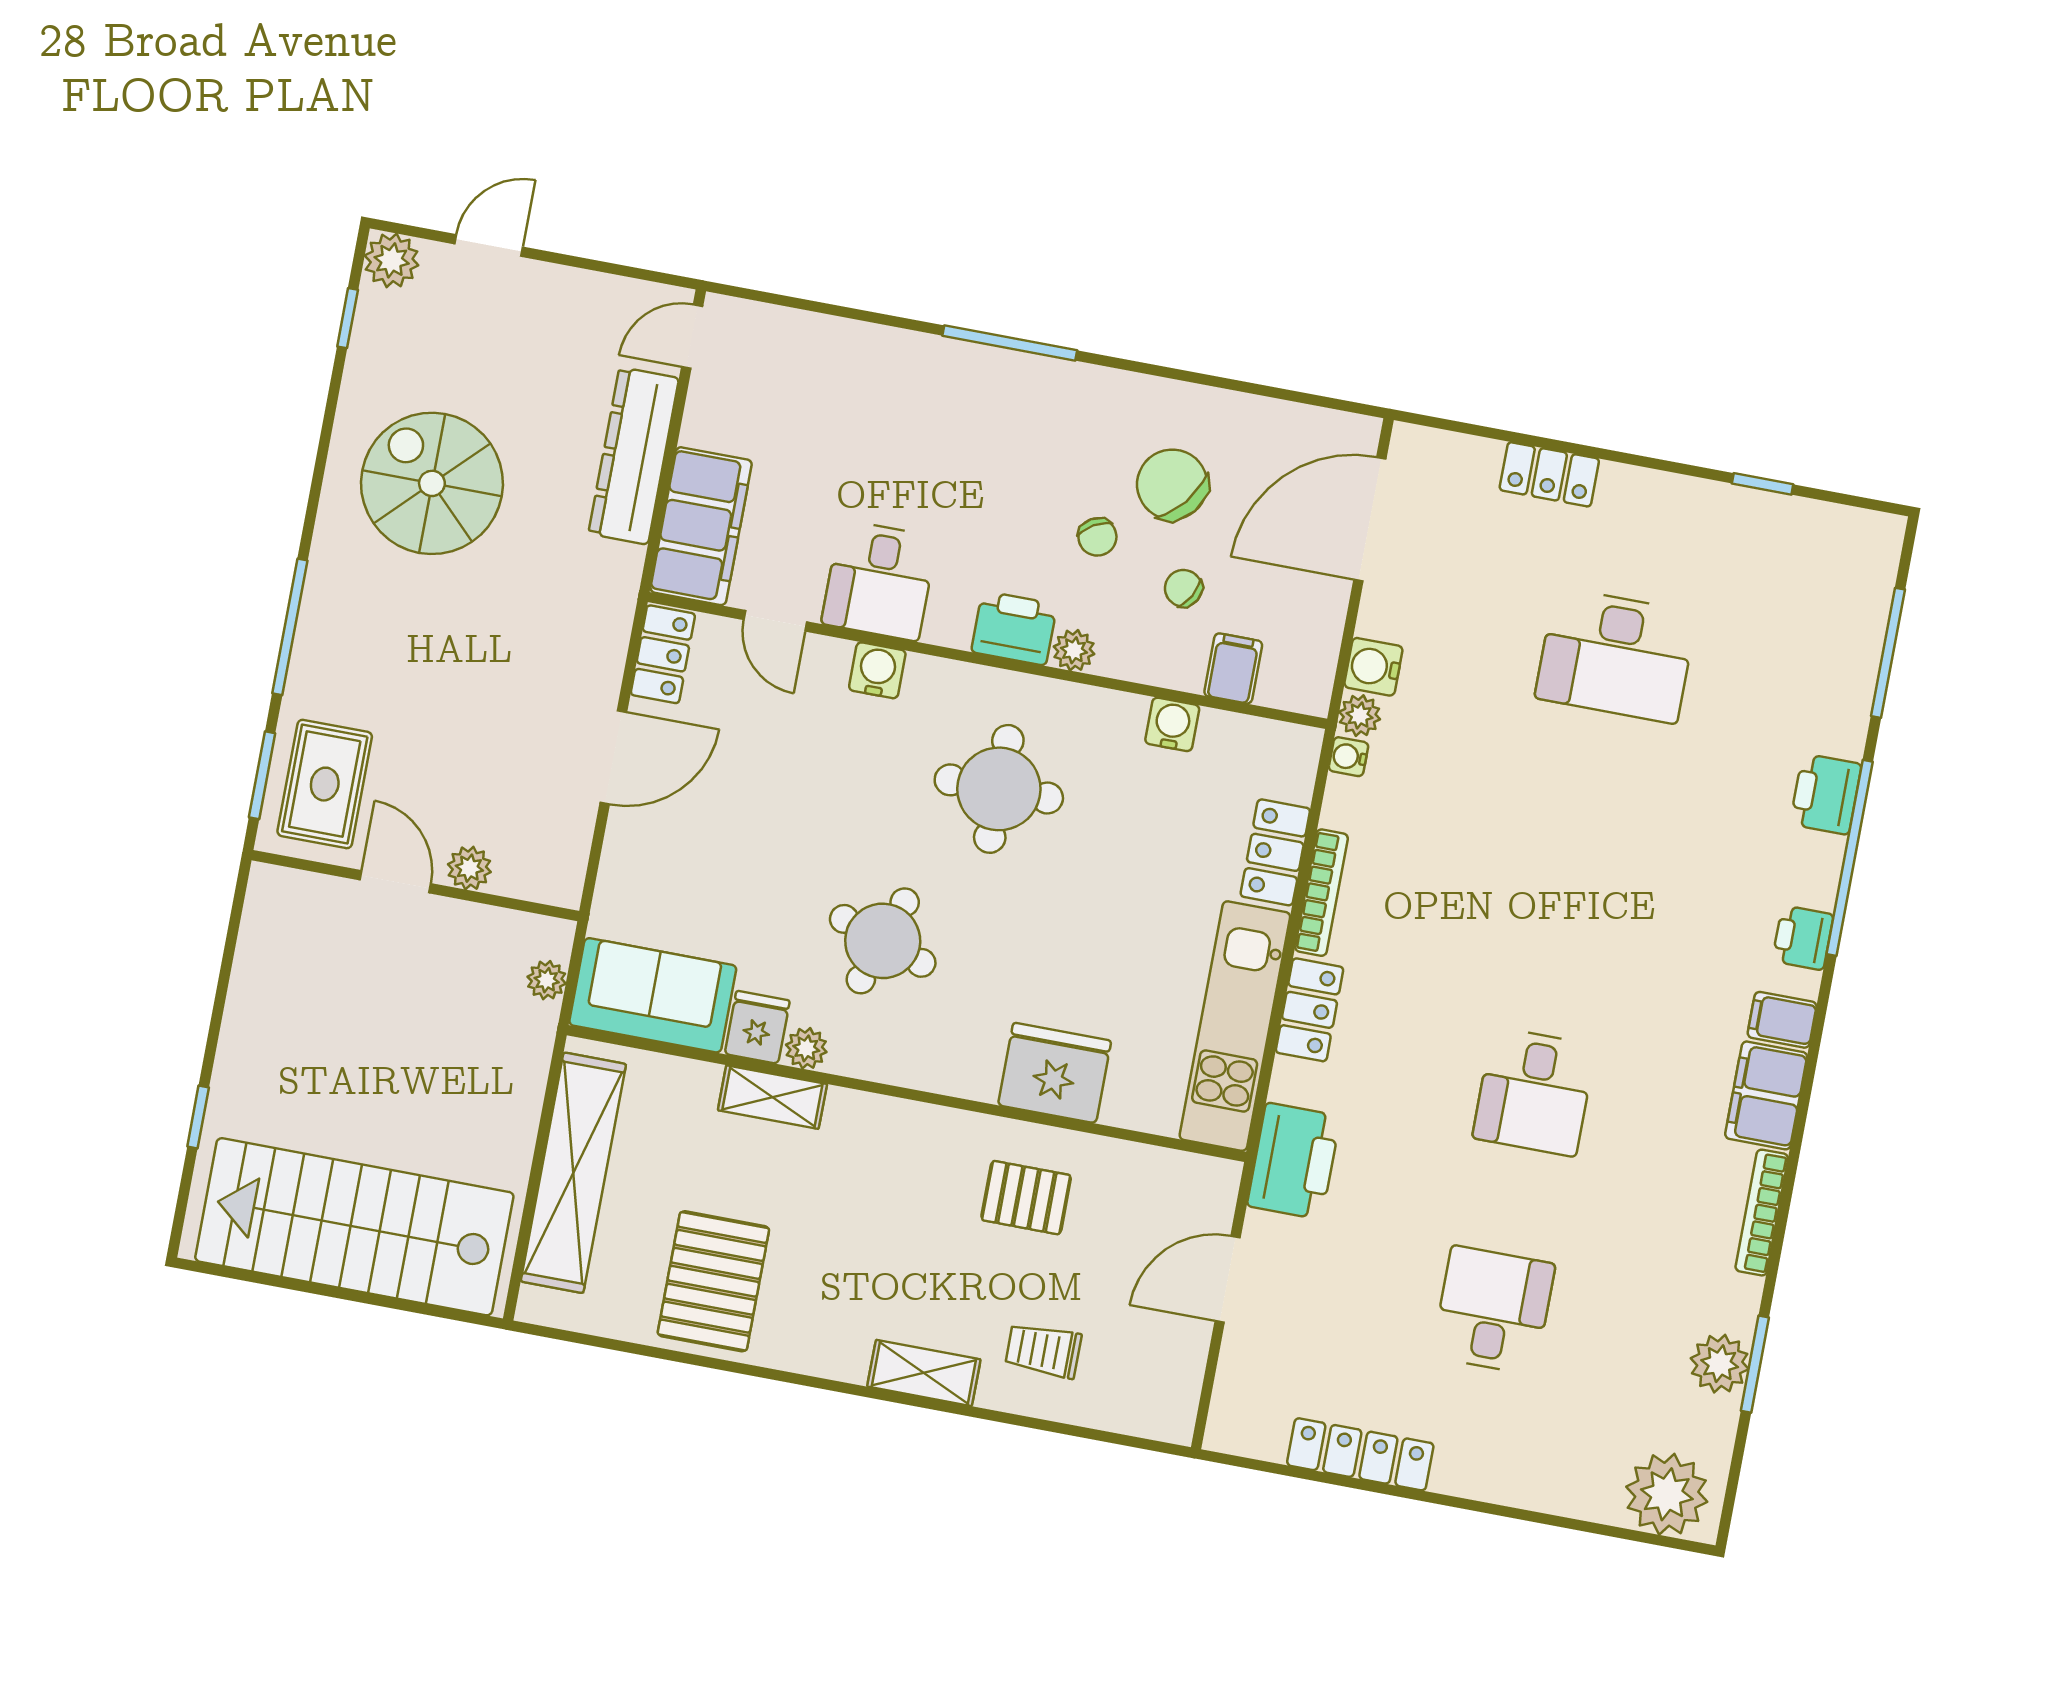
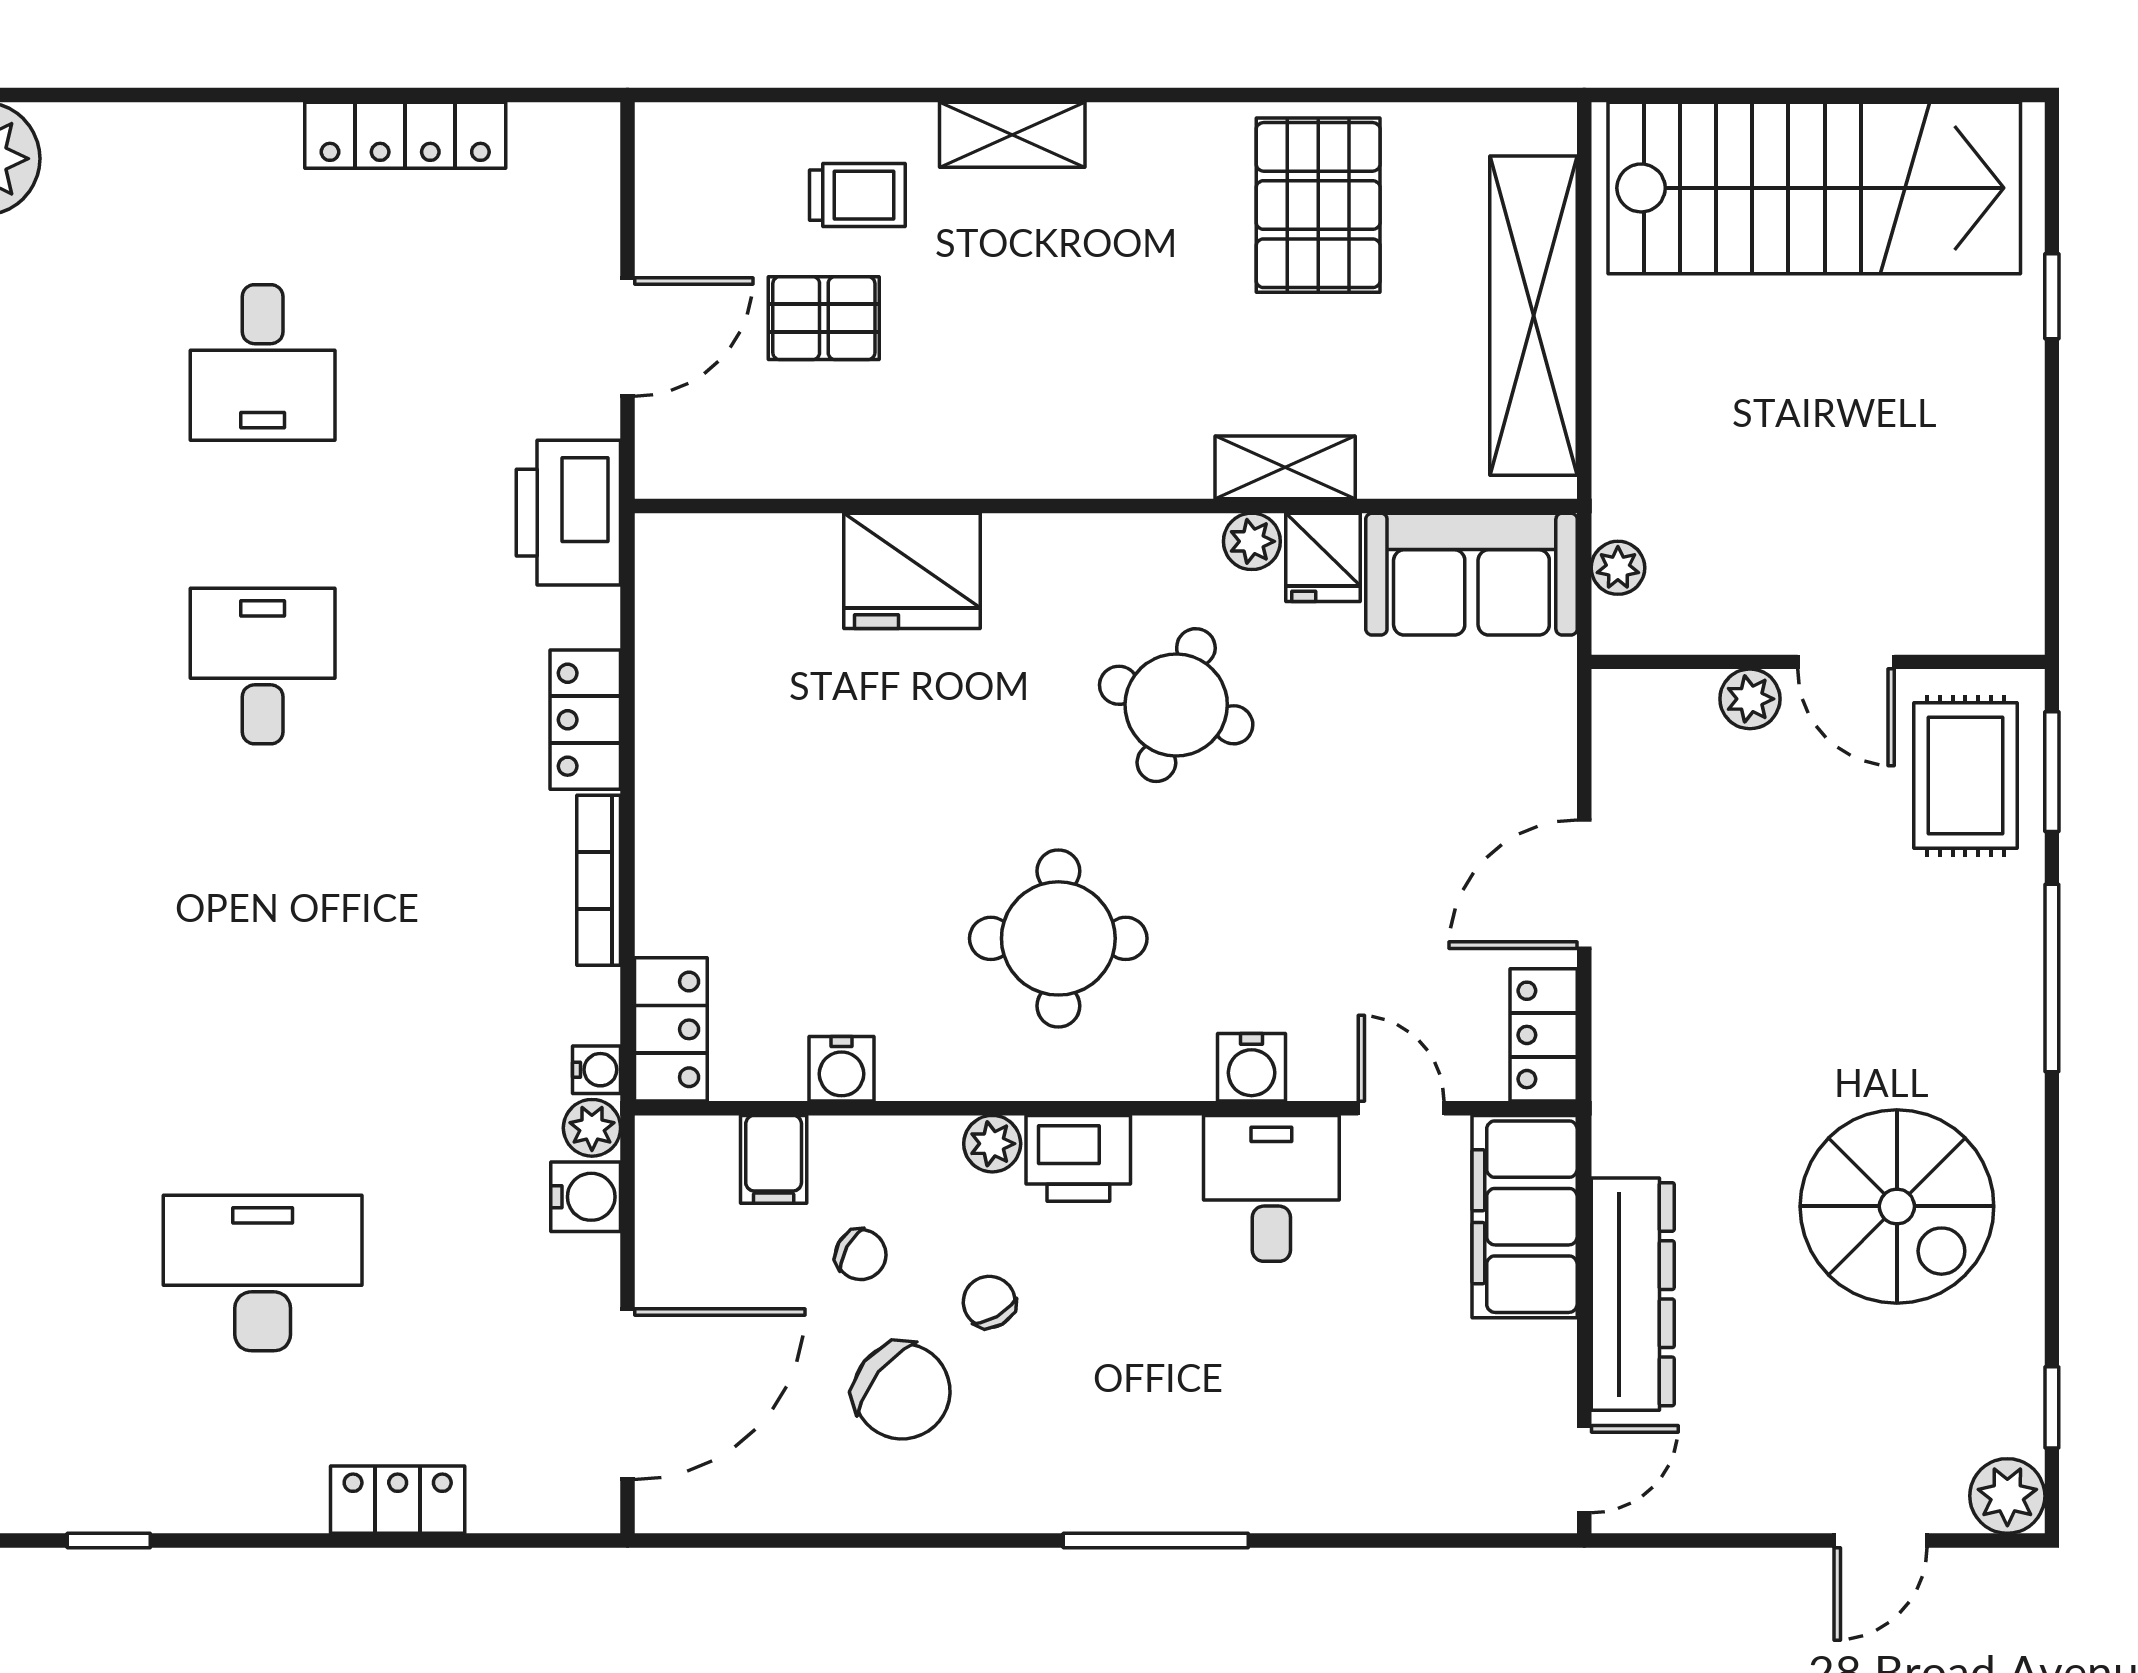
locker: (1275, 852) -> (671, 1029), moved
kitchen unit: (1235, 1026) -> (681, 679), removed
pallet: (1026, 1198) -> (824, 318), moved

